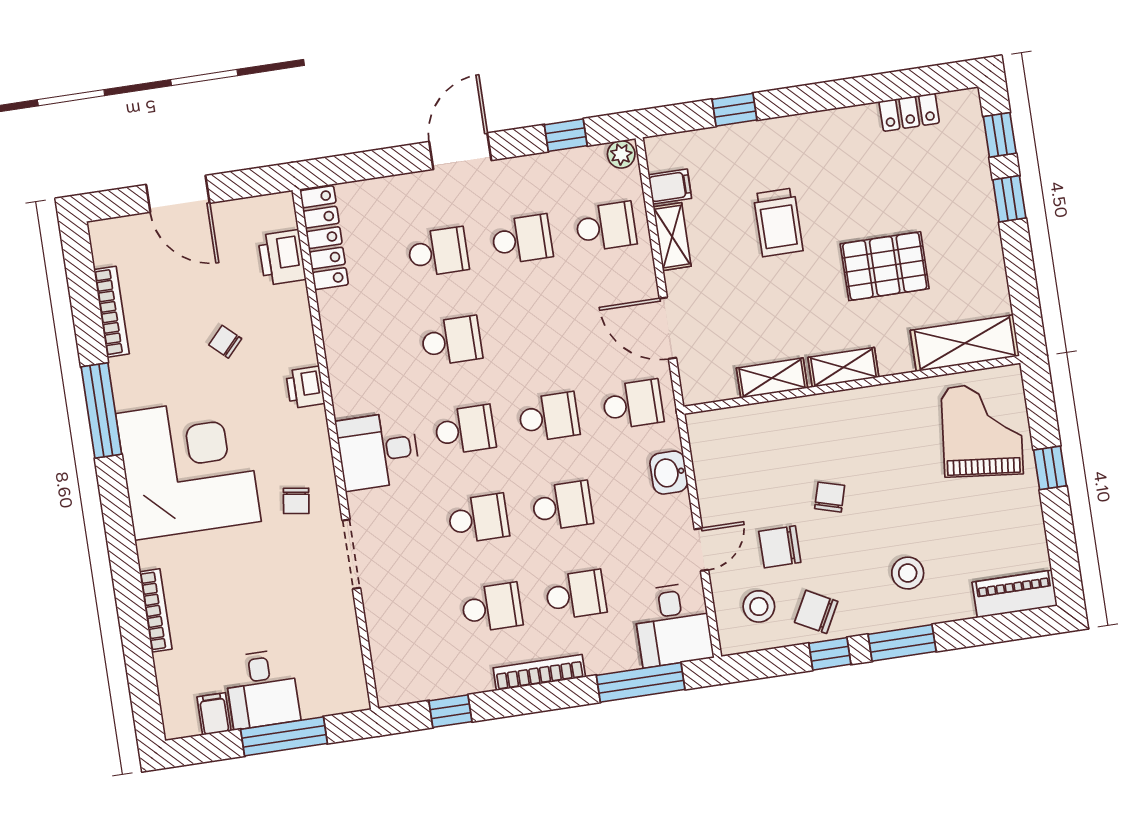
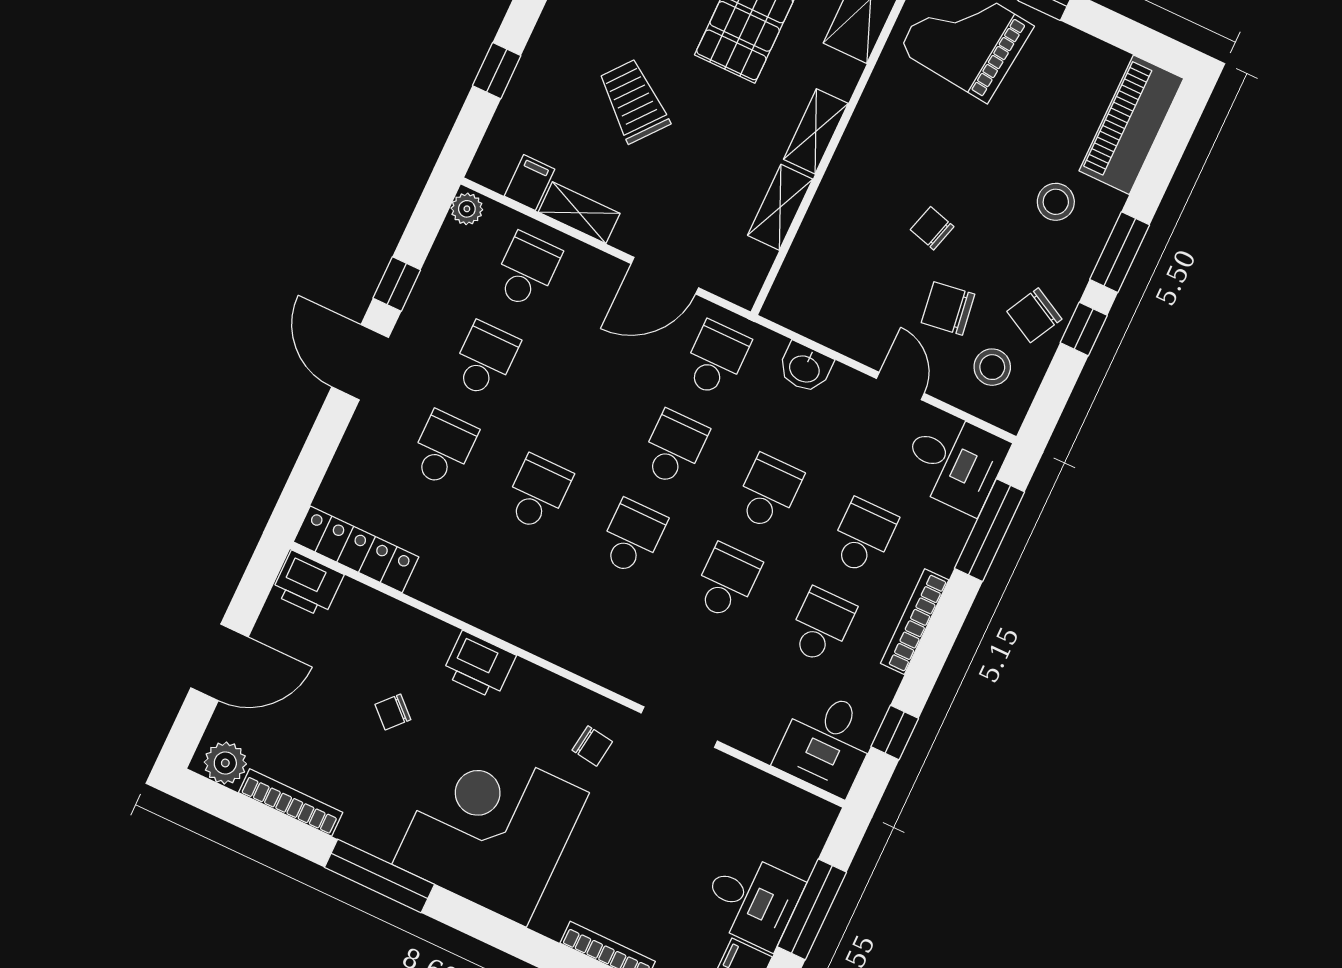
window: (566, 135) -> (397, 284), moved
trolley: (778, 222) -> (634, 101), turned -141
plant: (109, 246) -> (225, 763), added
printer: (282, 258) -> (308, 584), moved
printer: (305, 387) -> (479, 665), width x1.36, depth x1.24
desk: (378, 451) -> (827, 743), moved
chair: (780, 547) -> (948, 308), turned 82
piano: (1015, 594) -> (1131, 125), width x1.37, depth x1.33

